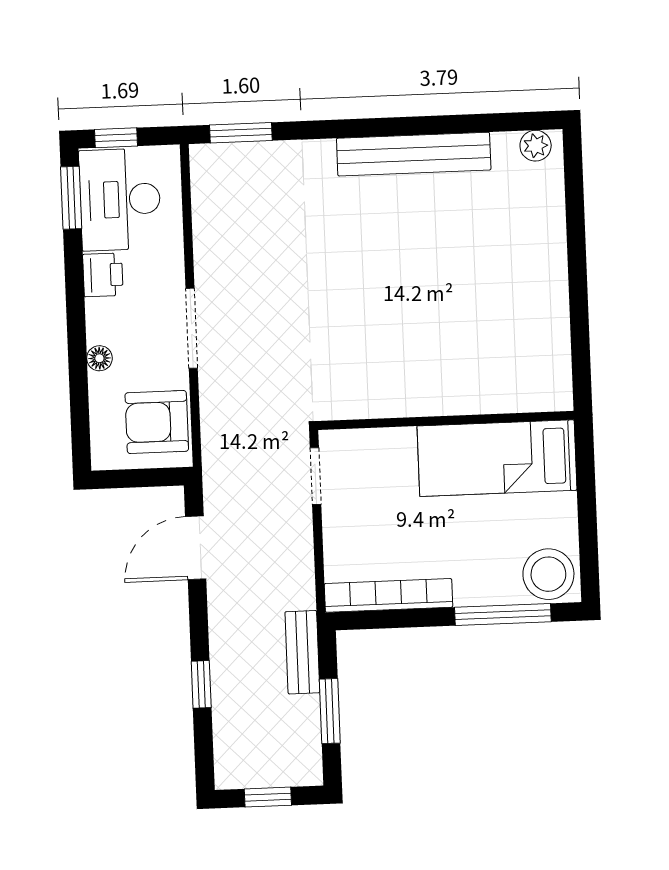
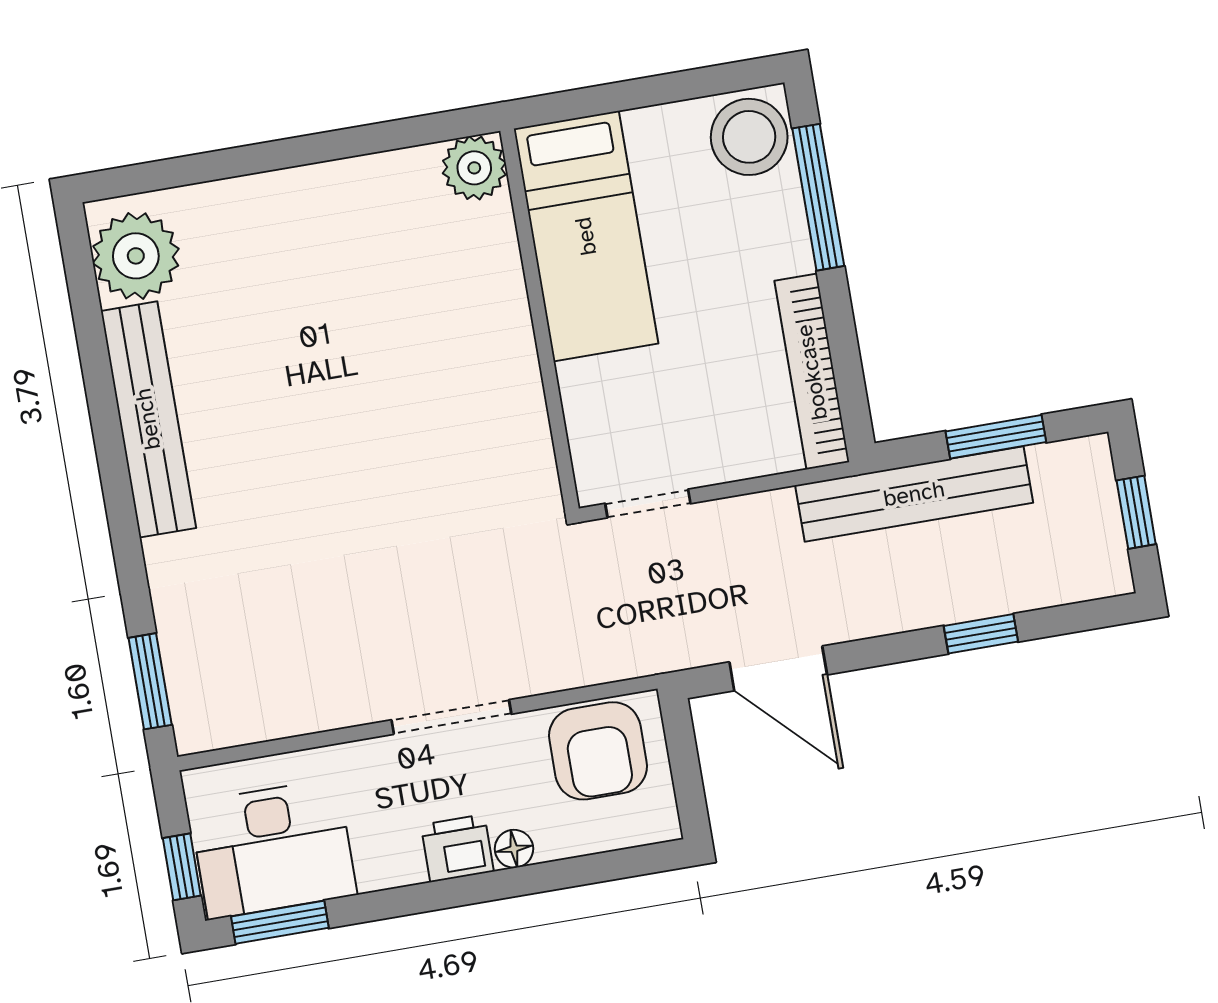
plant: (536, 146) -> (136, 256), width x1.87, depth x1.87
printer: (103, 275) -> (457, 848), moved
plant: (552, 390) -> (474, 168), added
bench: (302, 652) -> (914, 494), width x1.86, depth x1.21

